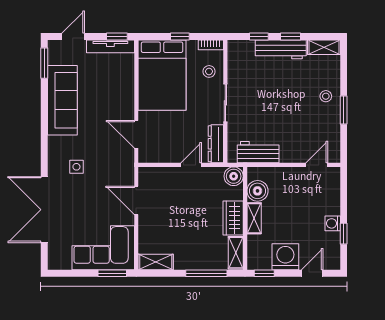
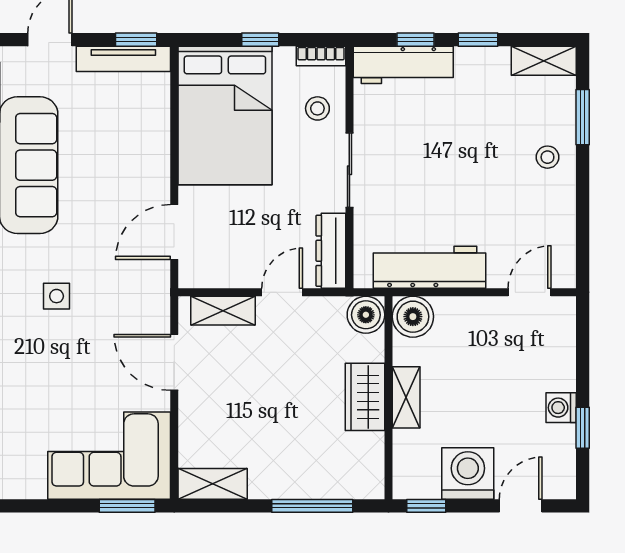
workbench: (281, 49) -> (403, 65), moved
window: (344, 110) -> (583, 117), moved
door: (136, 134) -> (174, 232), hinge flipped
workbench: (258, 152) -> (430, 267), width x1.38
boiler: (257, 191) -> (413, 317), moved
shelving: (236, 253) -> (223, 311), moved, turned 90

